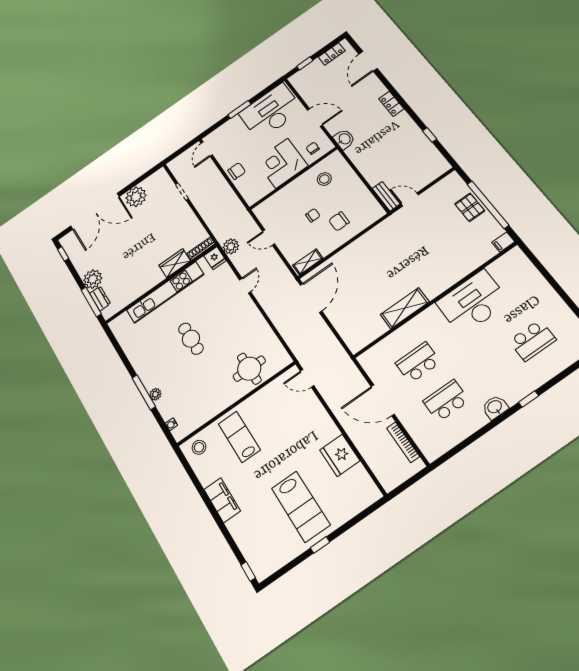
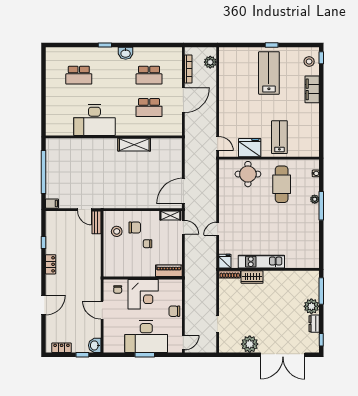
door: (368, 61) -> (44, 305), moved
locker: (391, 104) -> (51, 264), moved
desk: (271, 112) -> (146, 337), moved
washbasin: (344, 139) -> (95, 345), moved
stool: (324, 179) -> (117, 231), moved
piano: (270, 205) -> (169, 271), added
pallet: (470, 207) -> (55, 178), removed
double door: (95, 211) -> (283, 355), swing flipped
door: (269, 238) -> (183, 227), moved
filing cabinet: (503, 242) -> (52, 204), moved
plant: (231, 246) -> (210, 62), moved
kitchen unit: (165, 292) -> (261, 262), width x0.73
dresser: (100, 299) -> (314, 324), moved
cafe table: (191, 339) -> (282, 184), moved, width x1.37, depth x1.35
school desk: (532, 340) -> (79, 75), turned 180
door: (383, 400) -> (183, 100), hinge flipped
lab bench: (239, 437) -> (279, 137), turned 180
stool: (199, 447) -> (309, 62), moved
fridge: (340, 455) -> (250, 148), moved, turned -90
filing cabinet: (222, 500) -> (312, 89), moved

